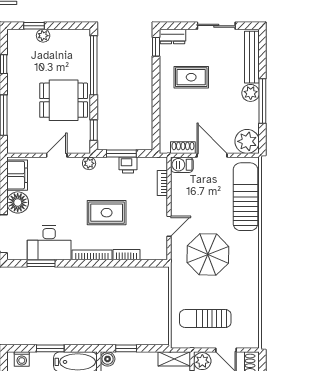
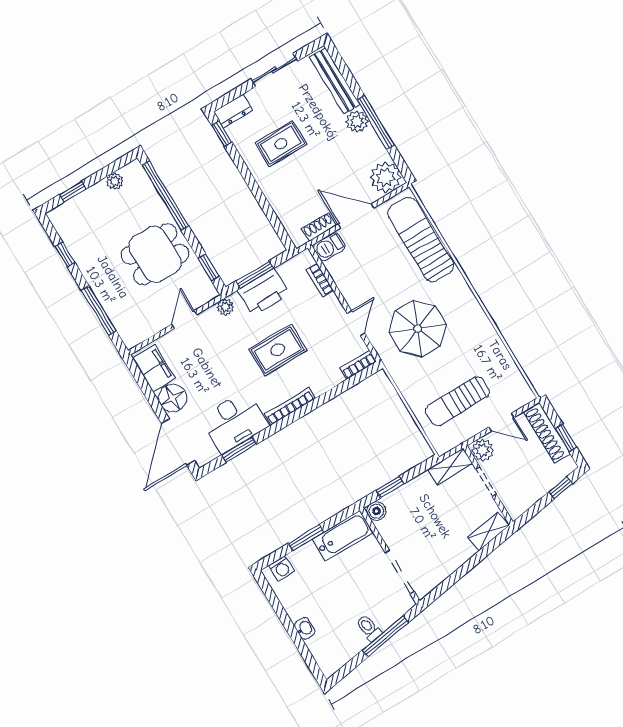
plant: (43, 36) -> (115, 181), moved
printer: (128, 165) -> (264, 292), width x1.87, depth x1.48
bookcase: (127, 255) -> (358, 365), moved

